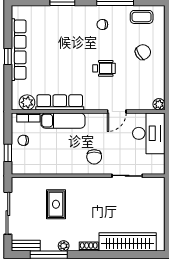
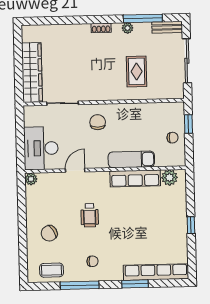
row of seats: (19, 50) -> (156, 272), moved, turned 90
wheelchair: (104, 68) -> (90, 215), turned -90
bookcase: (28, 117) -> (168, 162), removed
wardrobe: (128, 242) -> (32, 73), moved, turned -90

